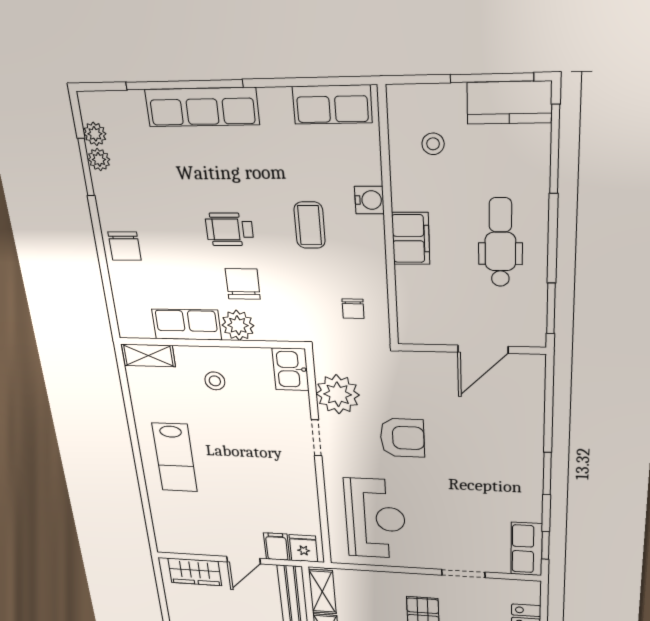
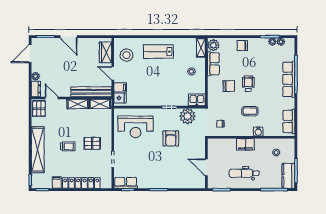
dental chair: (500, 243) -> (244, 173), turned 180
plant: (238, 325) -> (213, 45), moved
stool: (195, 529) -> (126, 55), added

